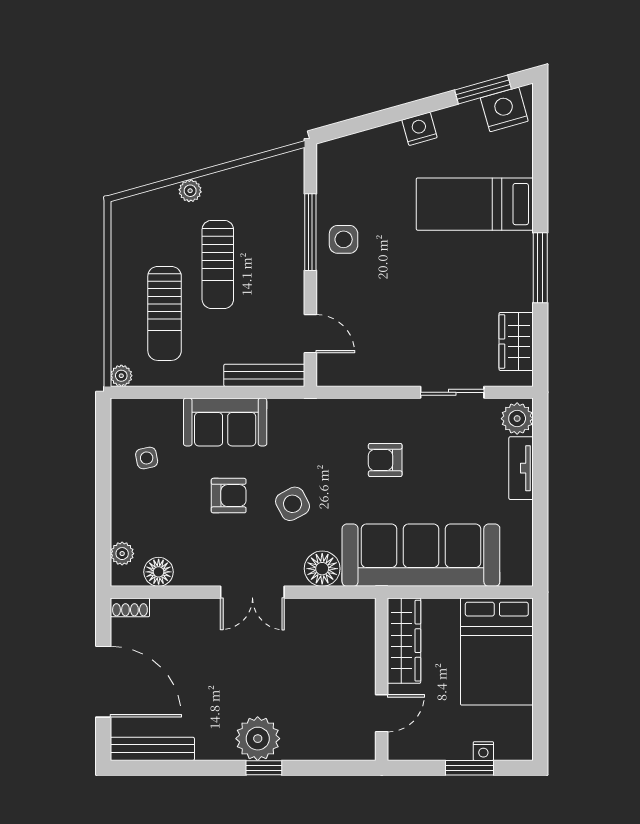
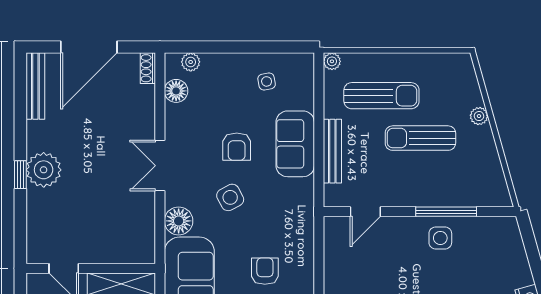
sun lounger: (165, 313) -> (381, 96), turned 180
bench: (264, 375) -> (332, 151), moved

